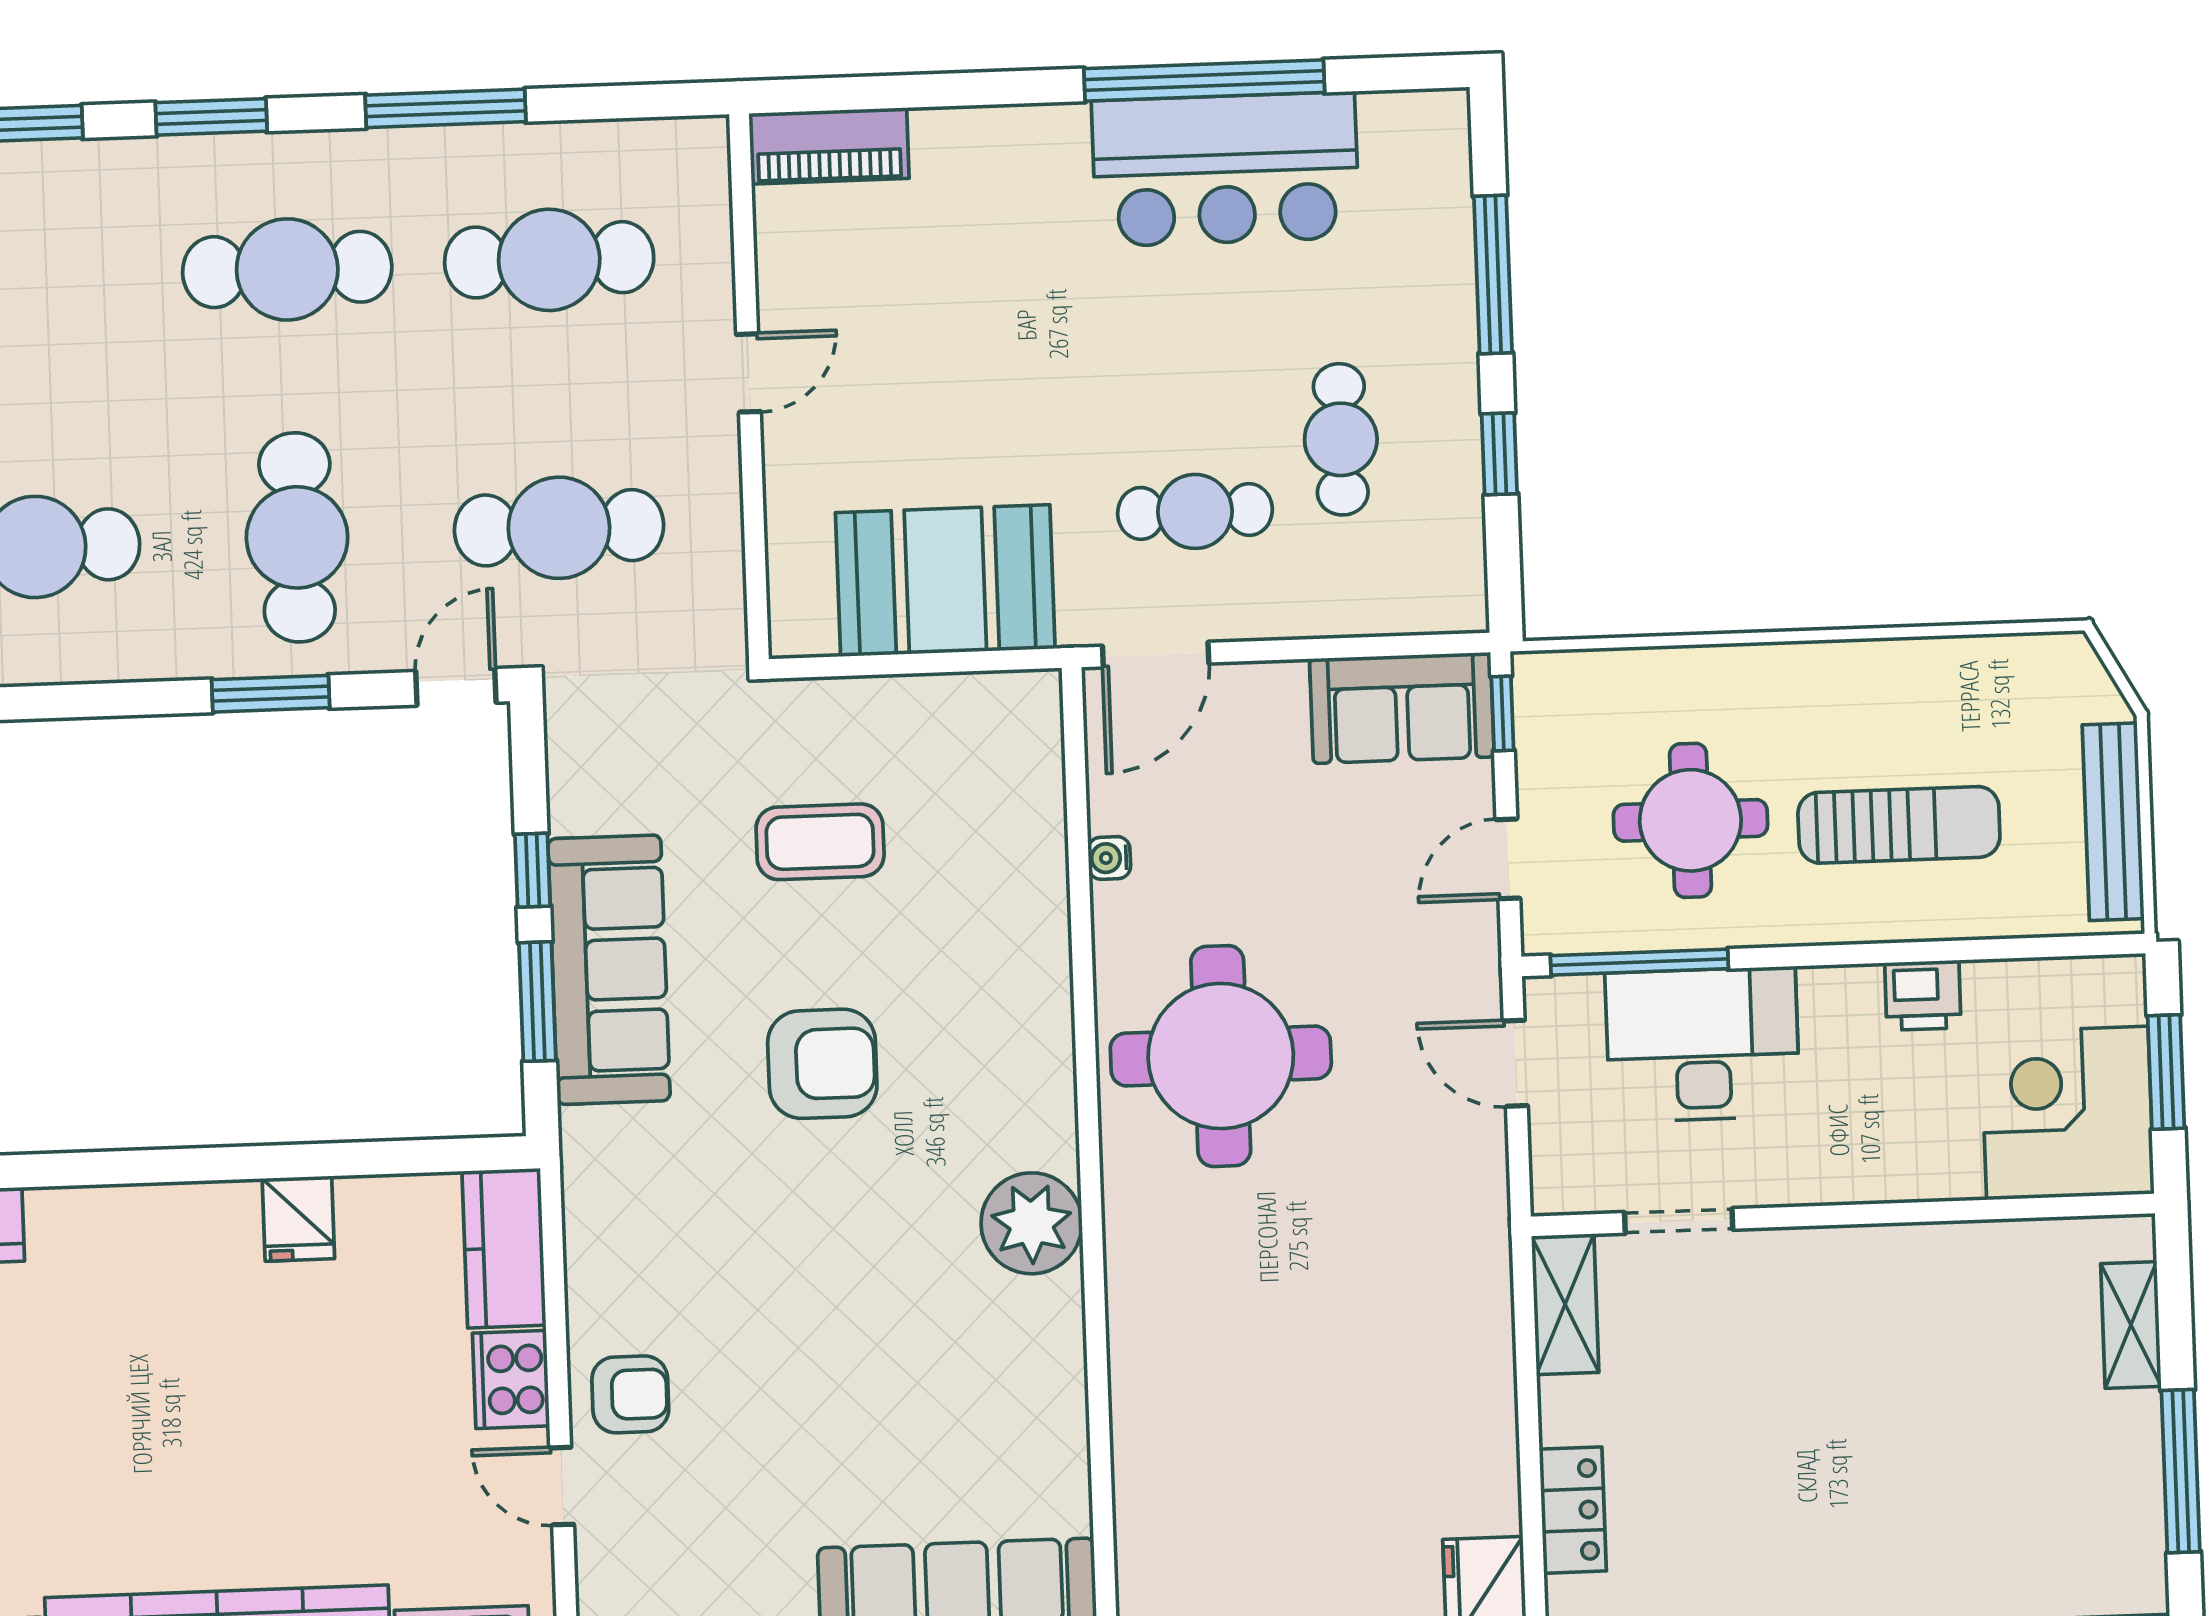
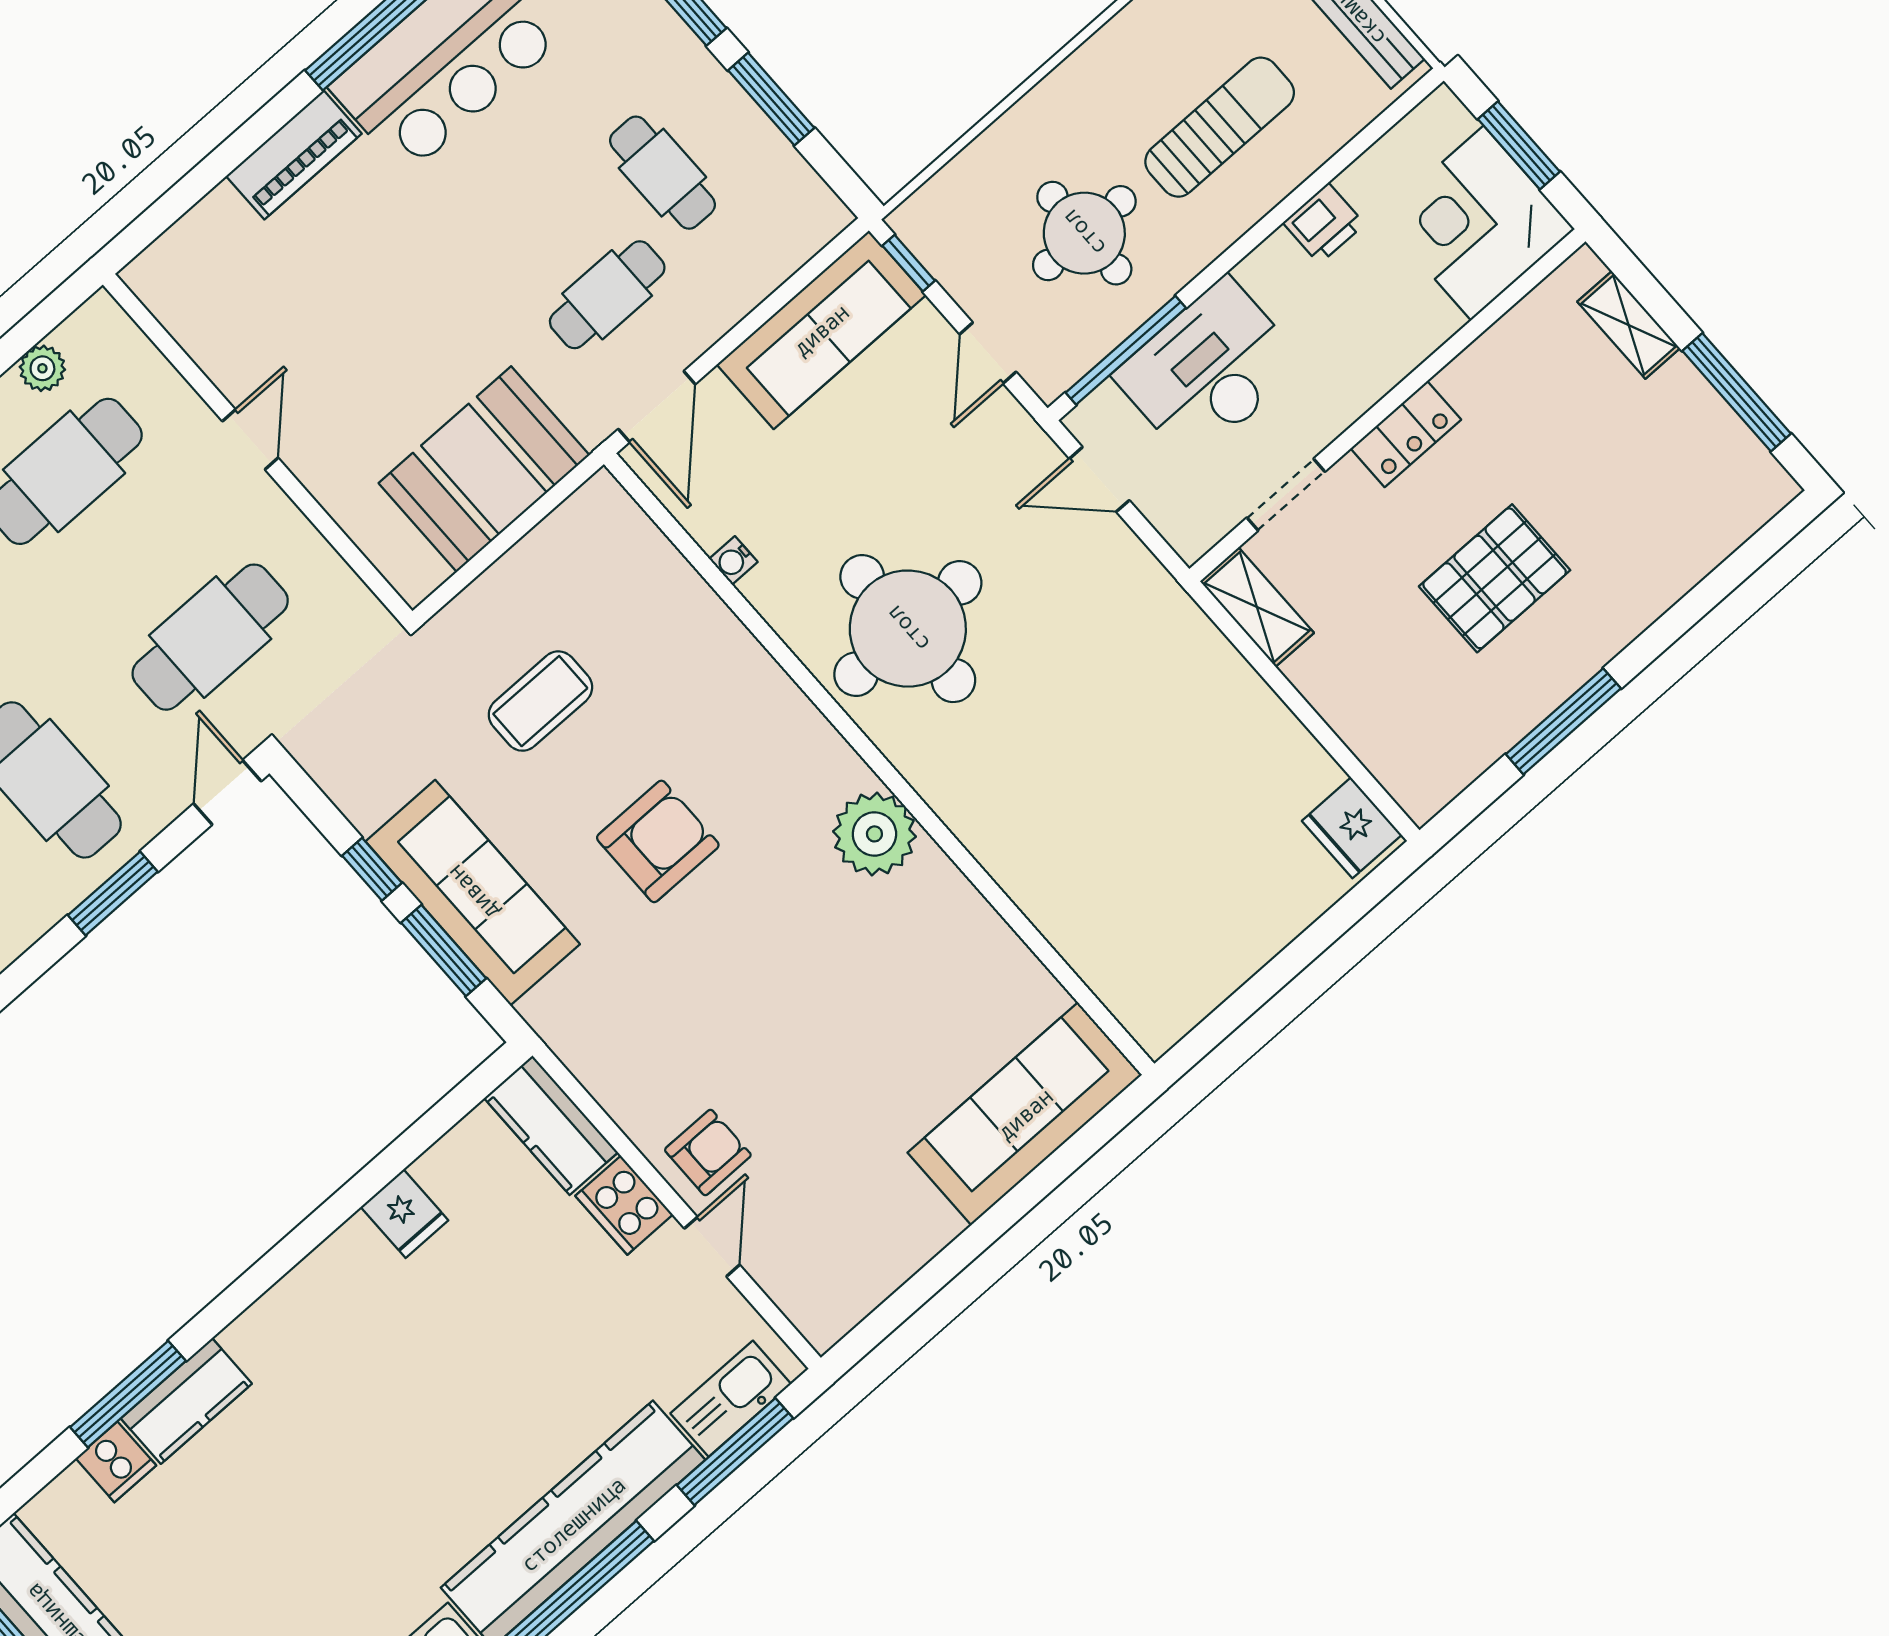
plant: (608, 146) -> (42, 368), added
piano: (829, 146) -> (294, 155), moved
window: (1499, 454) -> (771, 99), width x1.50
sofa: (1402, 708) -> (821, 330), width x1.36
pallet: (1810, 1460) -> (1495, 578), added
door: (562, 1486) -> (712, 1247), swing flipped
locker: (1573, 1510) -> (1406, 434), moved, turned 90

